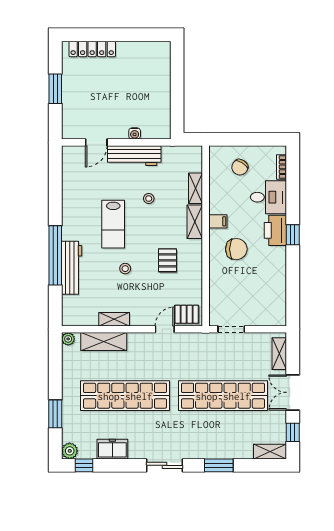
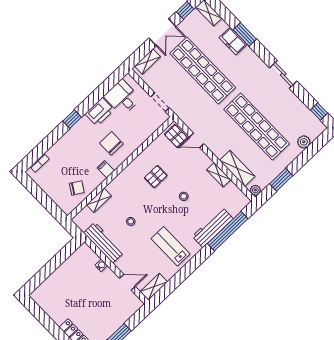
workbench: (134, 156) -> (104, 243), moved
chair: (240, 167) -> (77, 188), moved
desk: (268, 197) -> (122, 98), moved
shelving: (195, 222) -> (154, 287), moved
lab bench: (113, 224) -> (171, 246), moved, turned -90
printer: (275, 230) -> (99, 112), moved
window: (55, 255) -> (228, 231), moved
window: (55, 414) -> (281, 180), moved
freezer: (112, 449) -> (233, 41), moved
plant: (70, 451) -> (304, 142), moved
sliding door: (164, 465) -> (283, 74), moved

